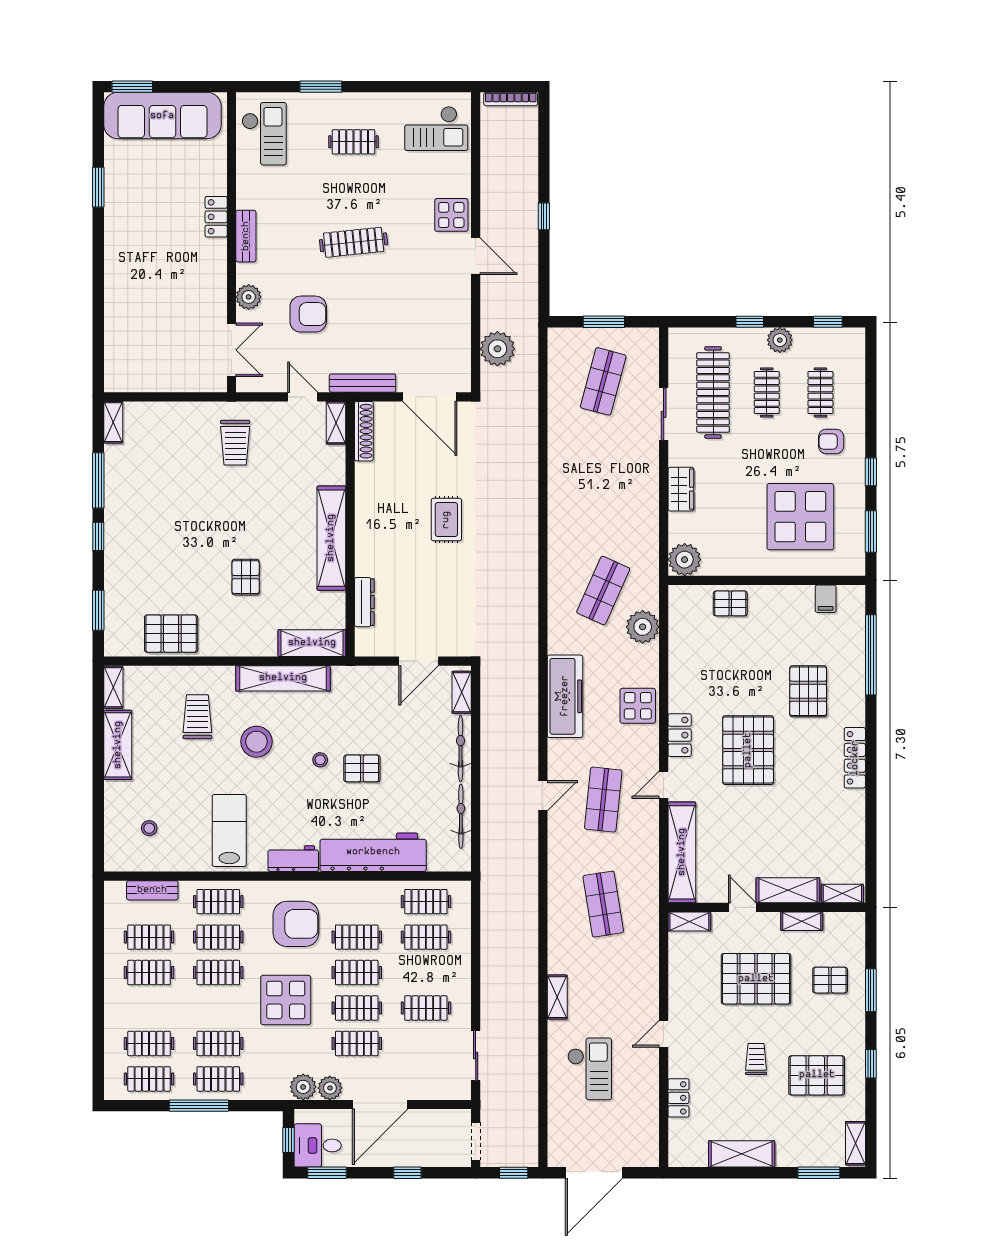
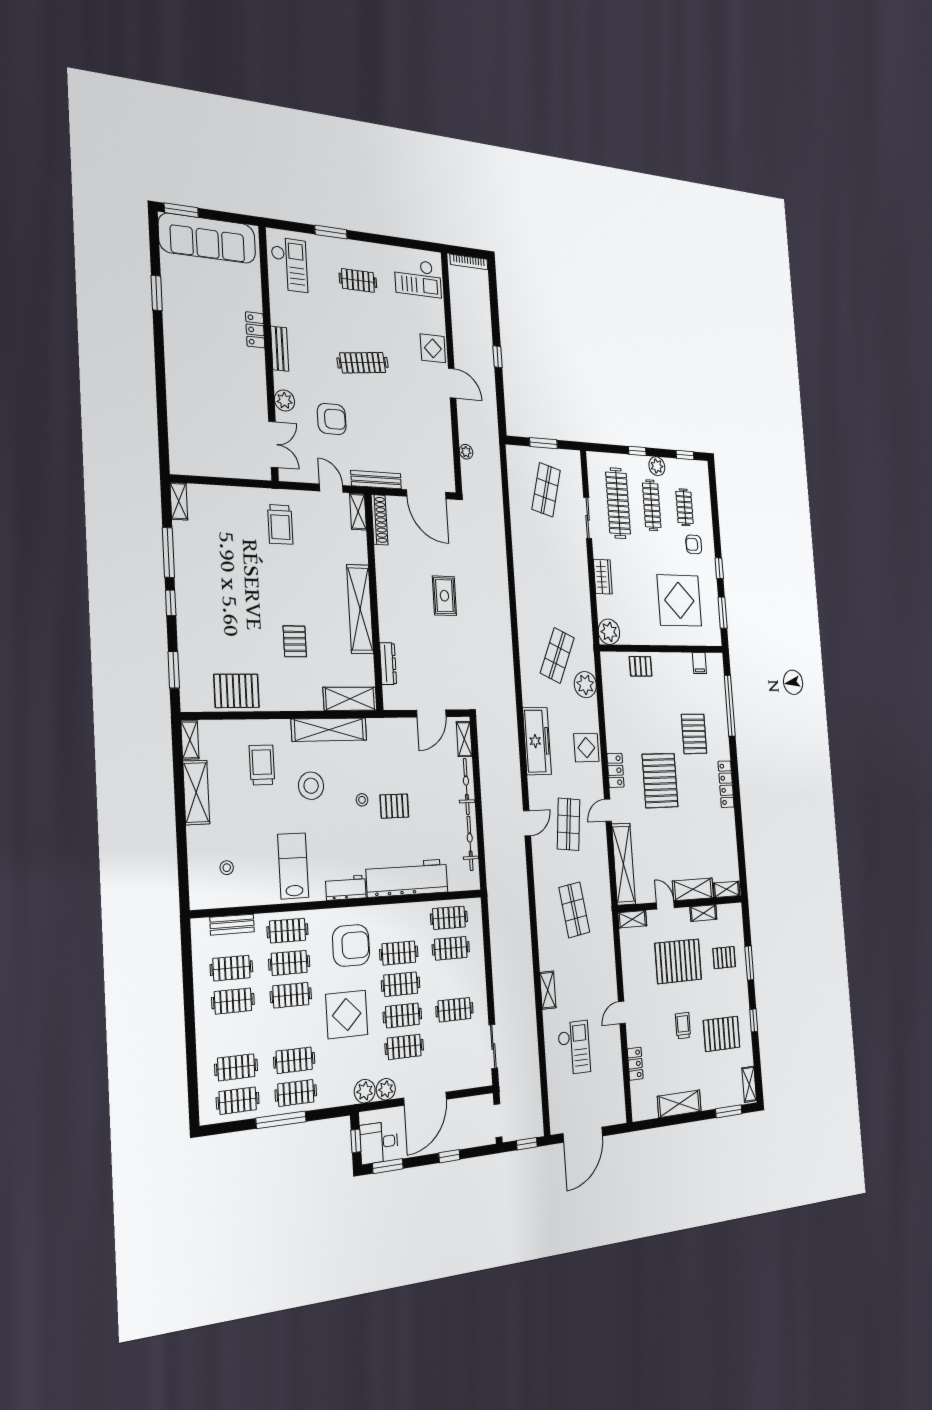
plant: (497, 349) -> (466, 452), width x0.53, depth x0.53
clothes rail: (767, 392) -> (652, 505), width x1.36

